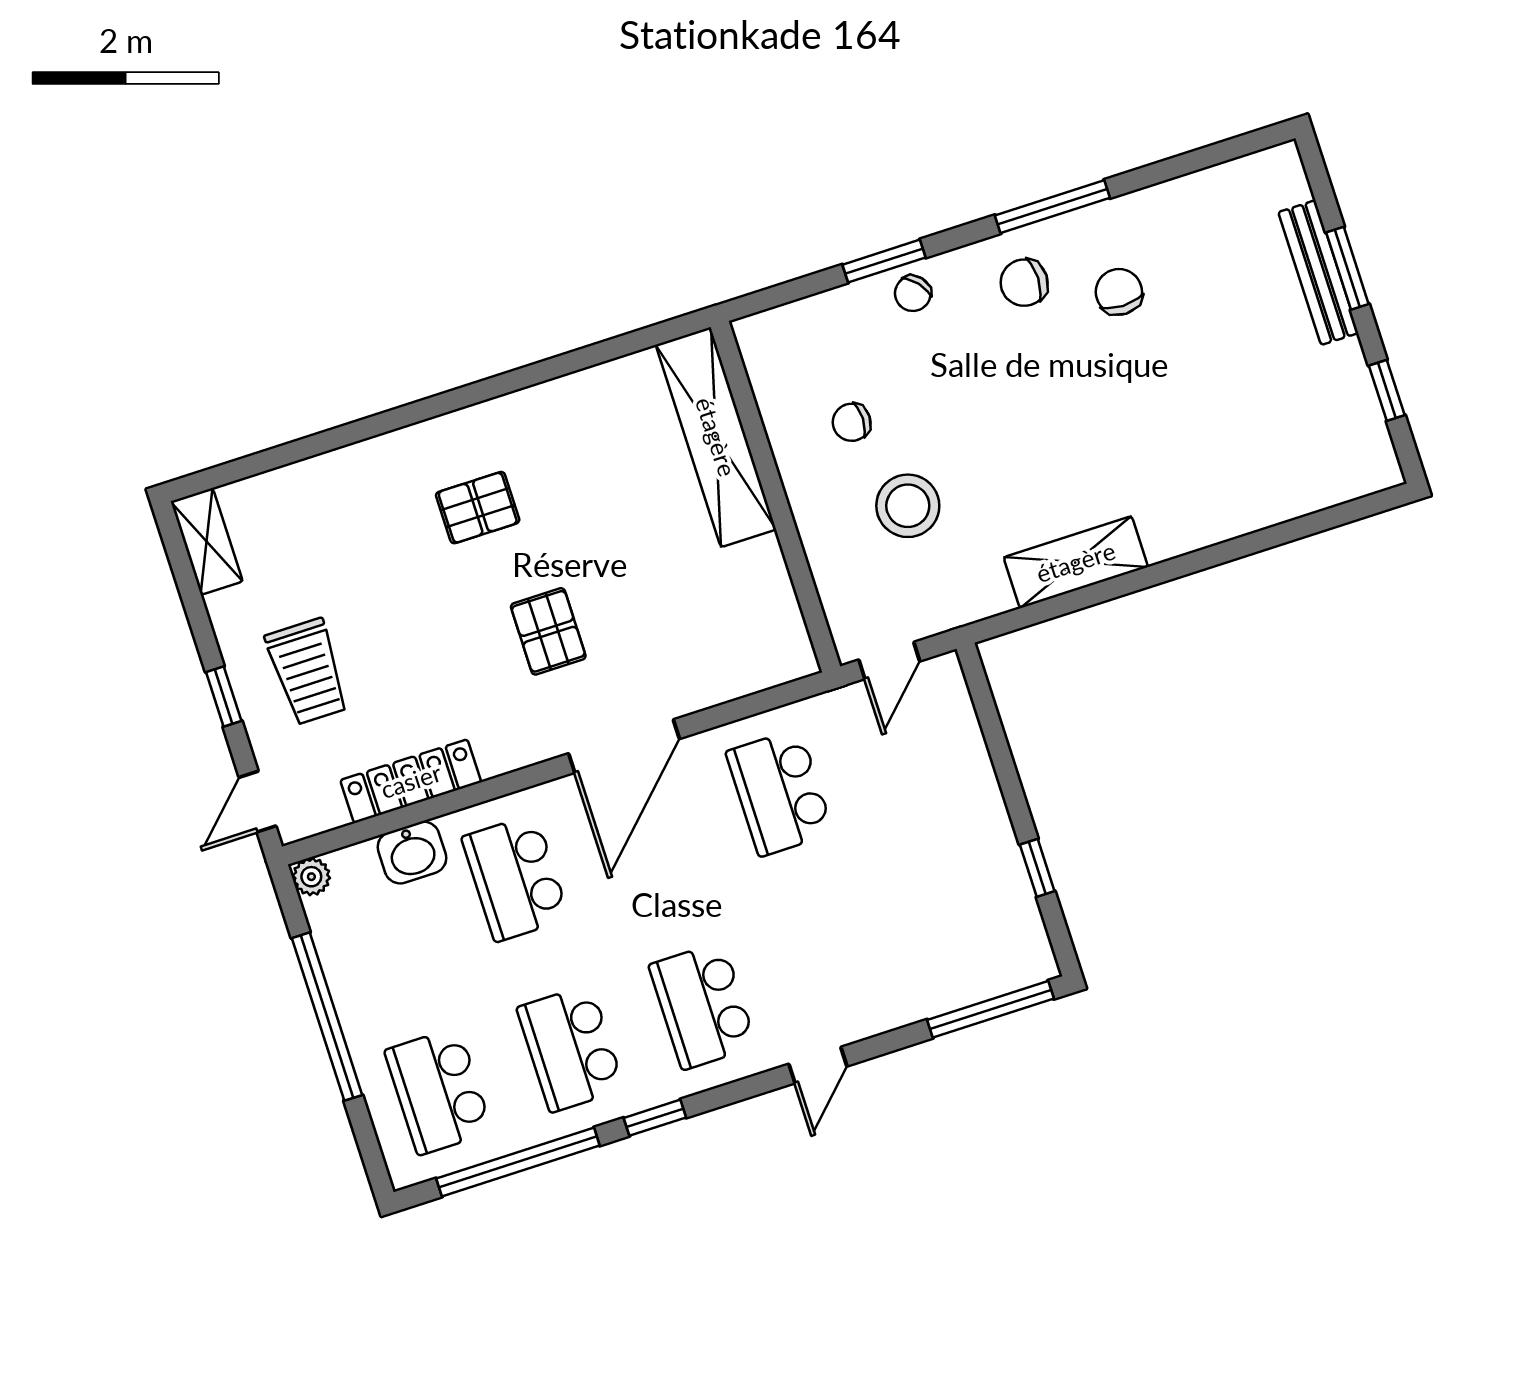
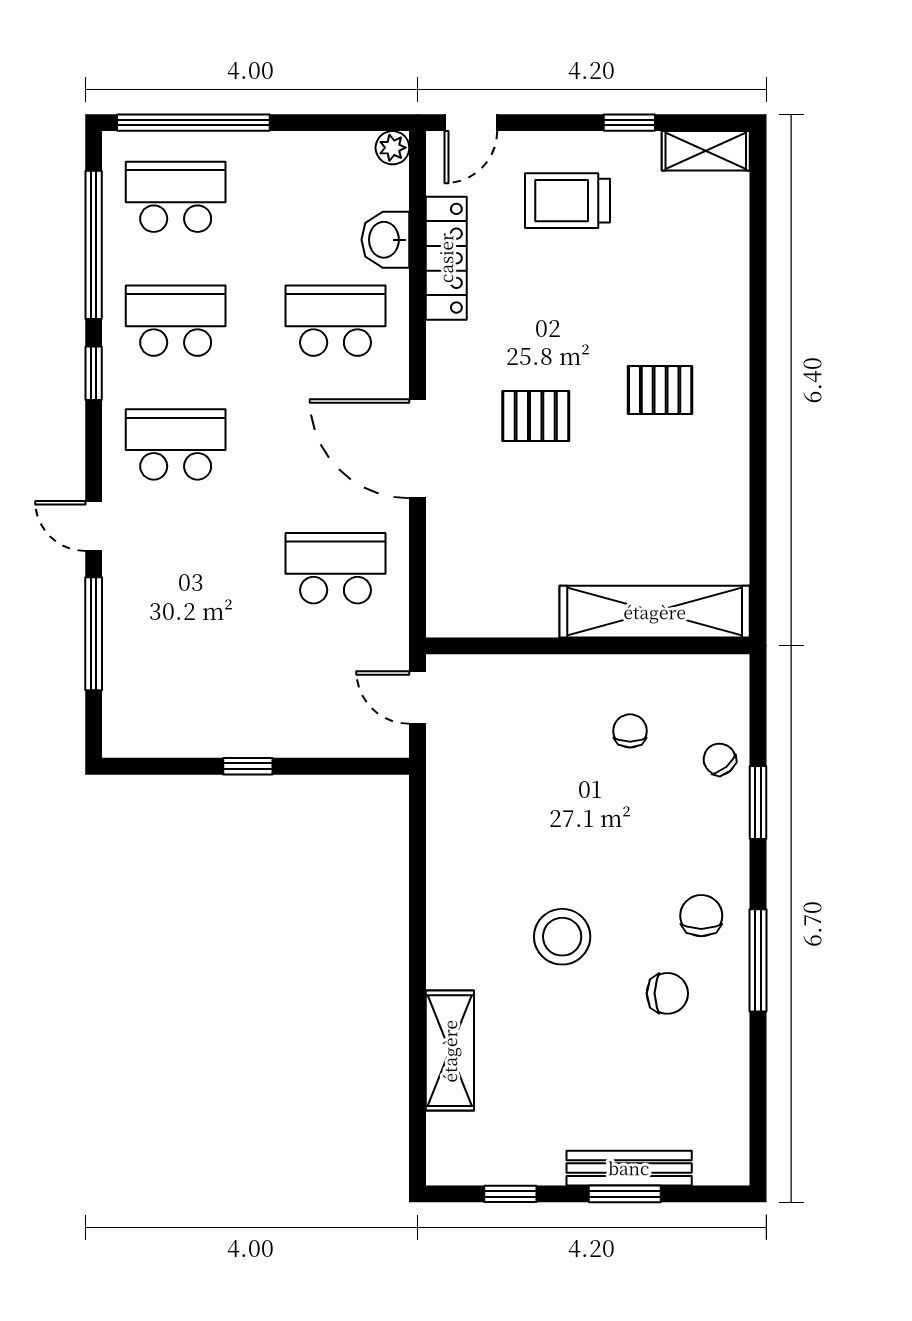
chair: (913, 293) -> (720, 759), moved
stool: (908, 506) -> (562, 937), moved
pallet: (478, 508) -> (660, 390), turned 90
shelving: (1076, 562) -> (450, 1051), moved
window: (224, 696) -> (629, 123), moved
door: (258, 802) -> (471, 123), swing flipped
window: (1037, 868) -> (248, 766), moved
window: (991, 1009) -> (94, 634), moved
window: (327, 1017) -> (193, 123), moved

